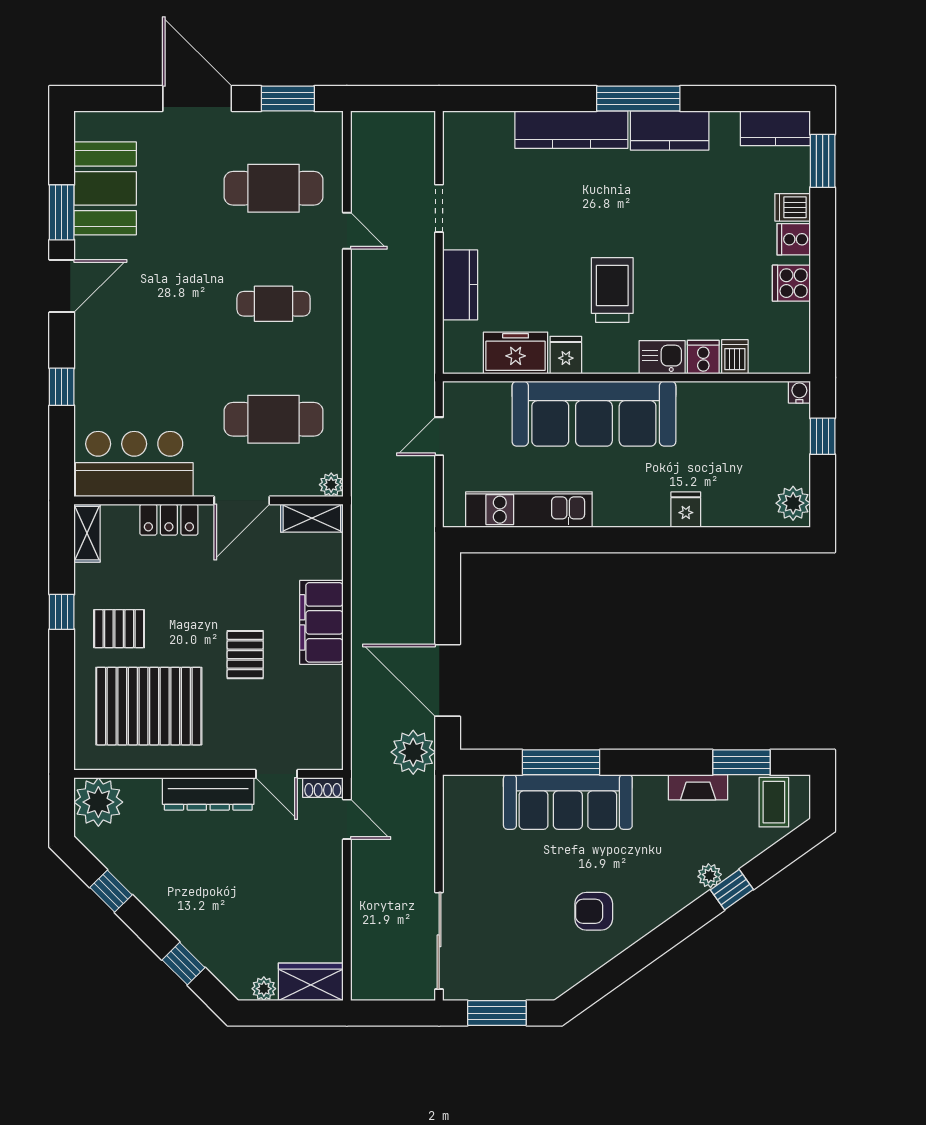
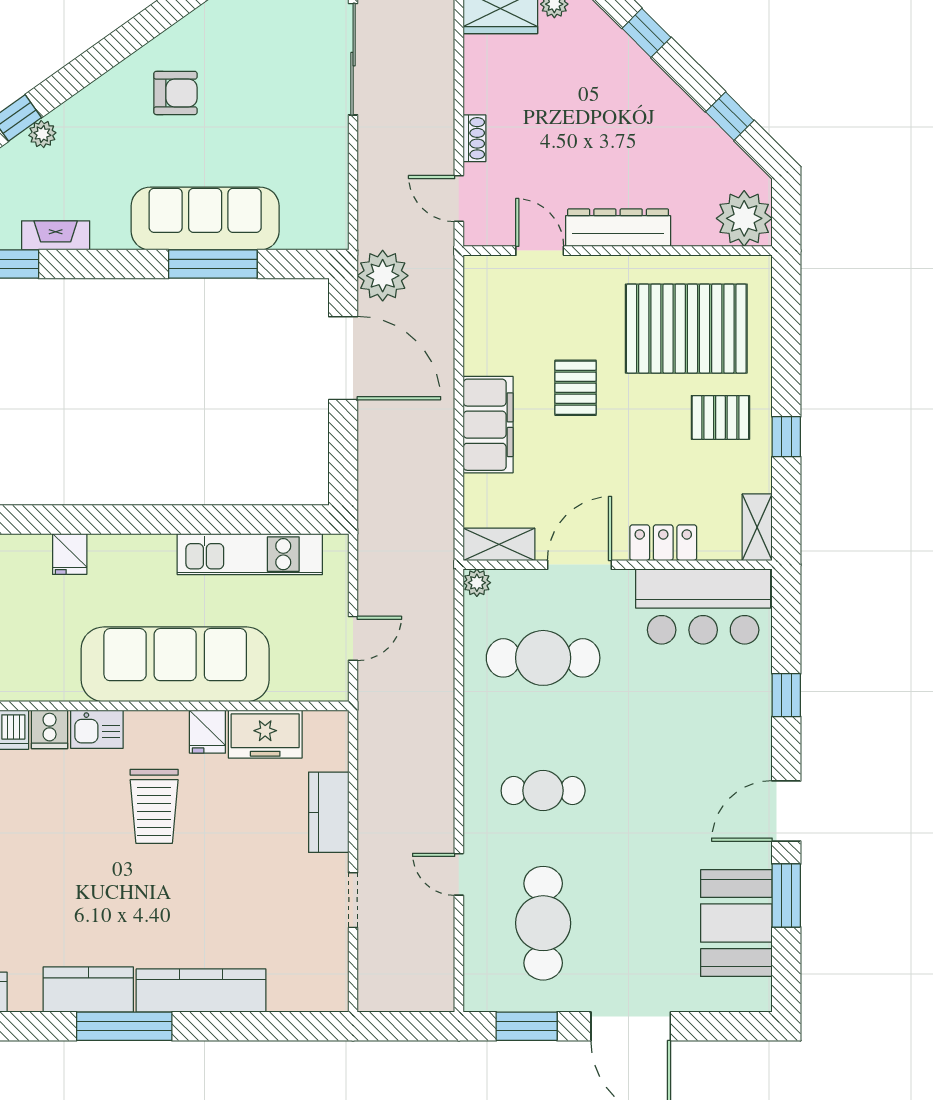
cafe table: (274, 188) -> (543, 923), turned 90
shoe rack: (323, 787) -> (474, 138), moved, turned 90

